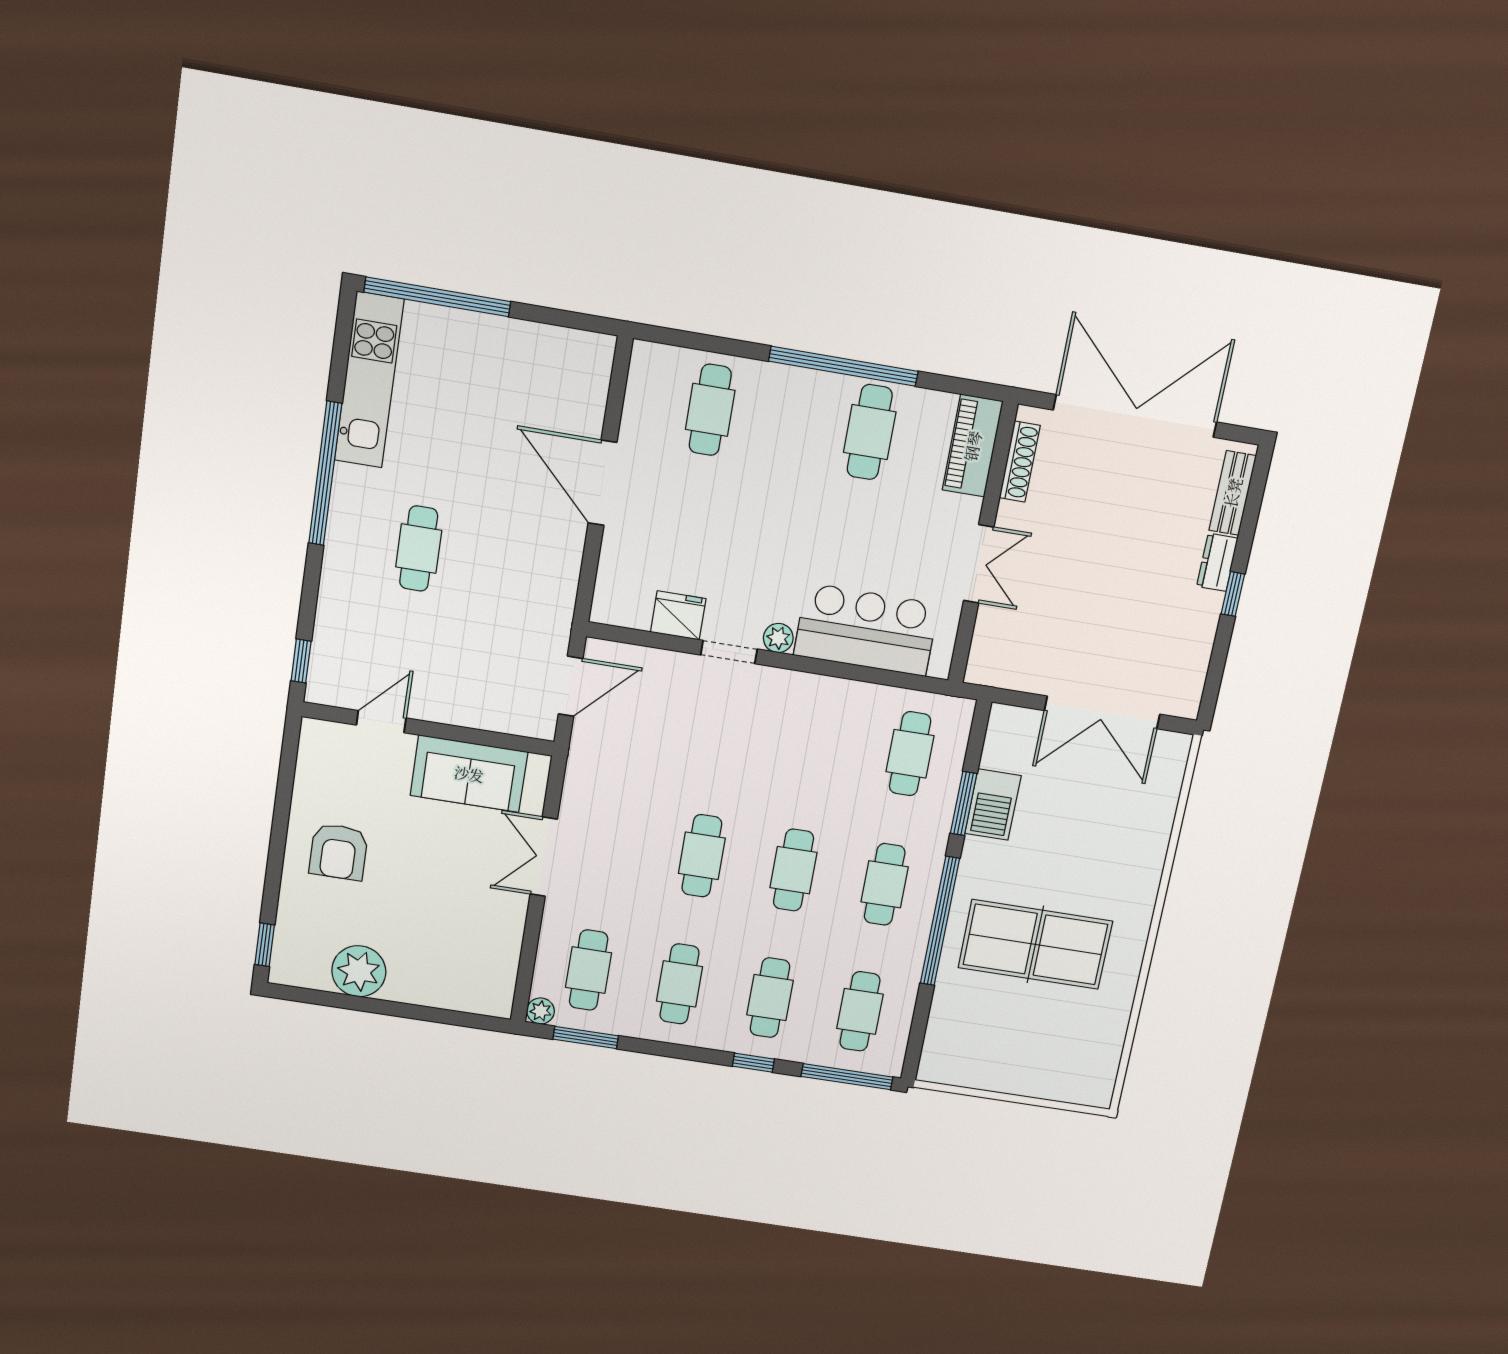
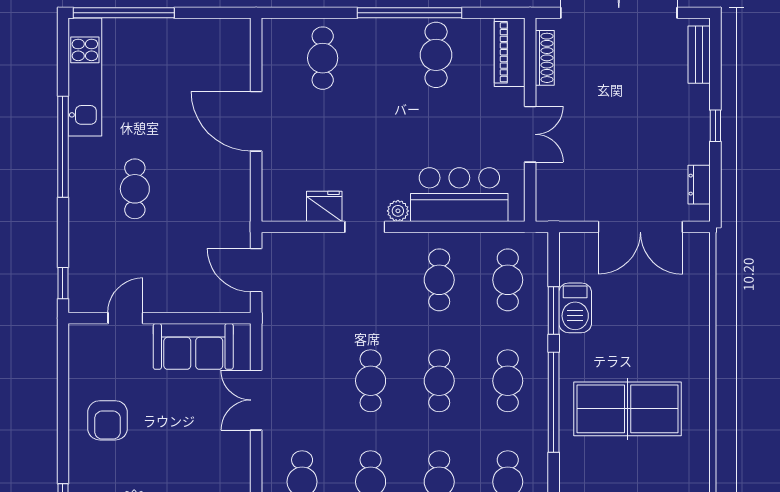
dresser: (1217, 562) -> (699, 185), moved
door: (571, 686) -> (256, 270), swing flipped
cafe table: (818, 739) -> (439, 280), added

